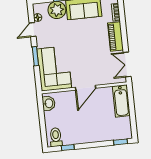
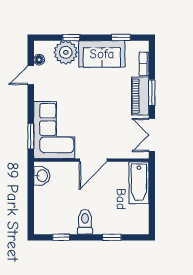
window: (124, 33) -> (152, 93), added
window: (35, 56) -> (31, 136), moved
toilet: (56, 137) -> (85, 222), moved
window: (121, 142) -> (112, 237), moved

